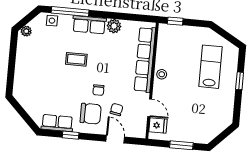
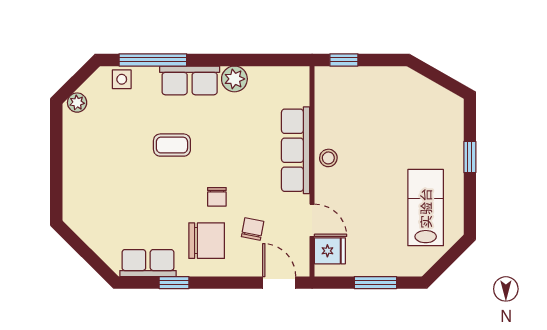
row of seats: (145, 60) -> (296, 150), width x0.73
lab bench: (210, 67) -> (426, 208), moved
door: (115, 139) -> (279, 283), moved

